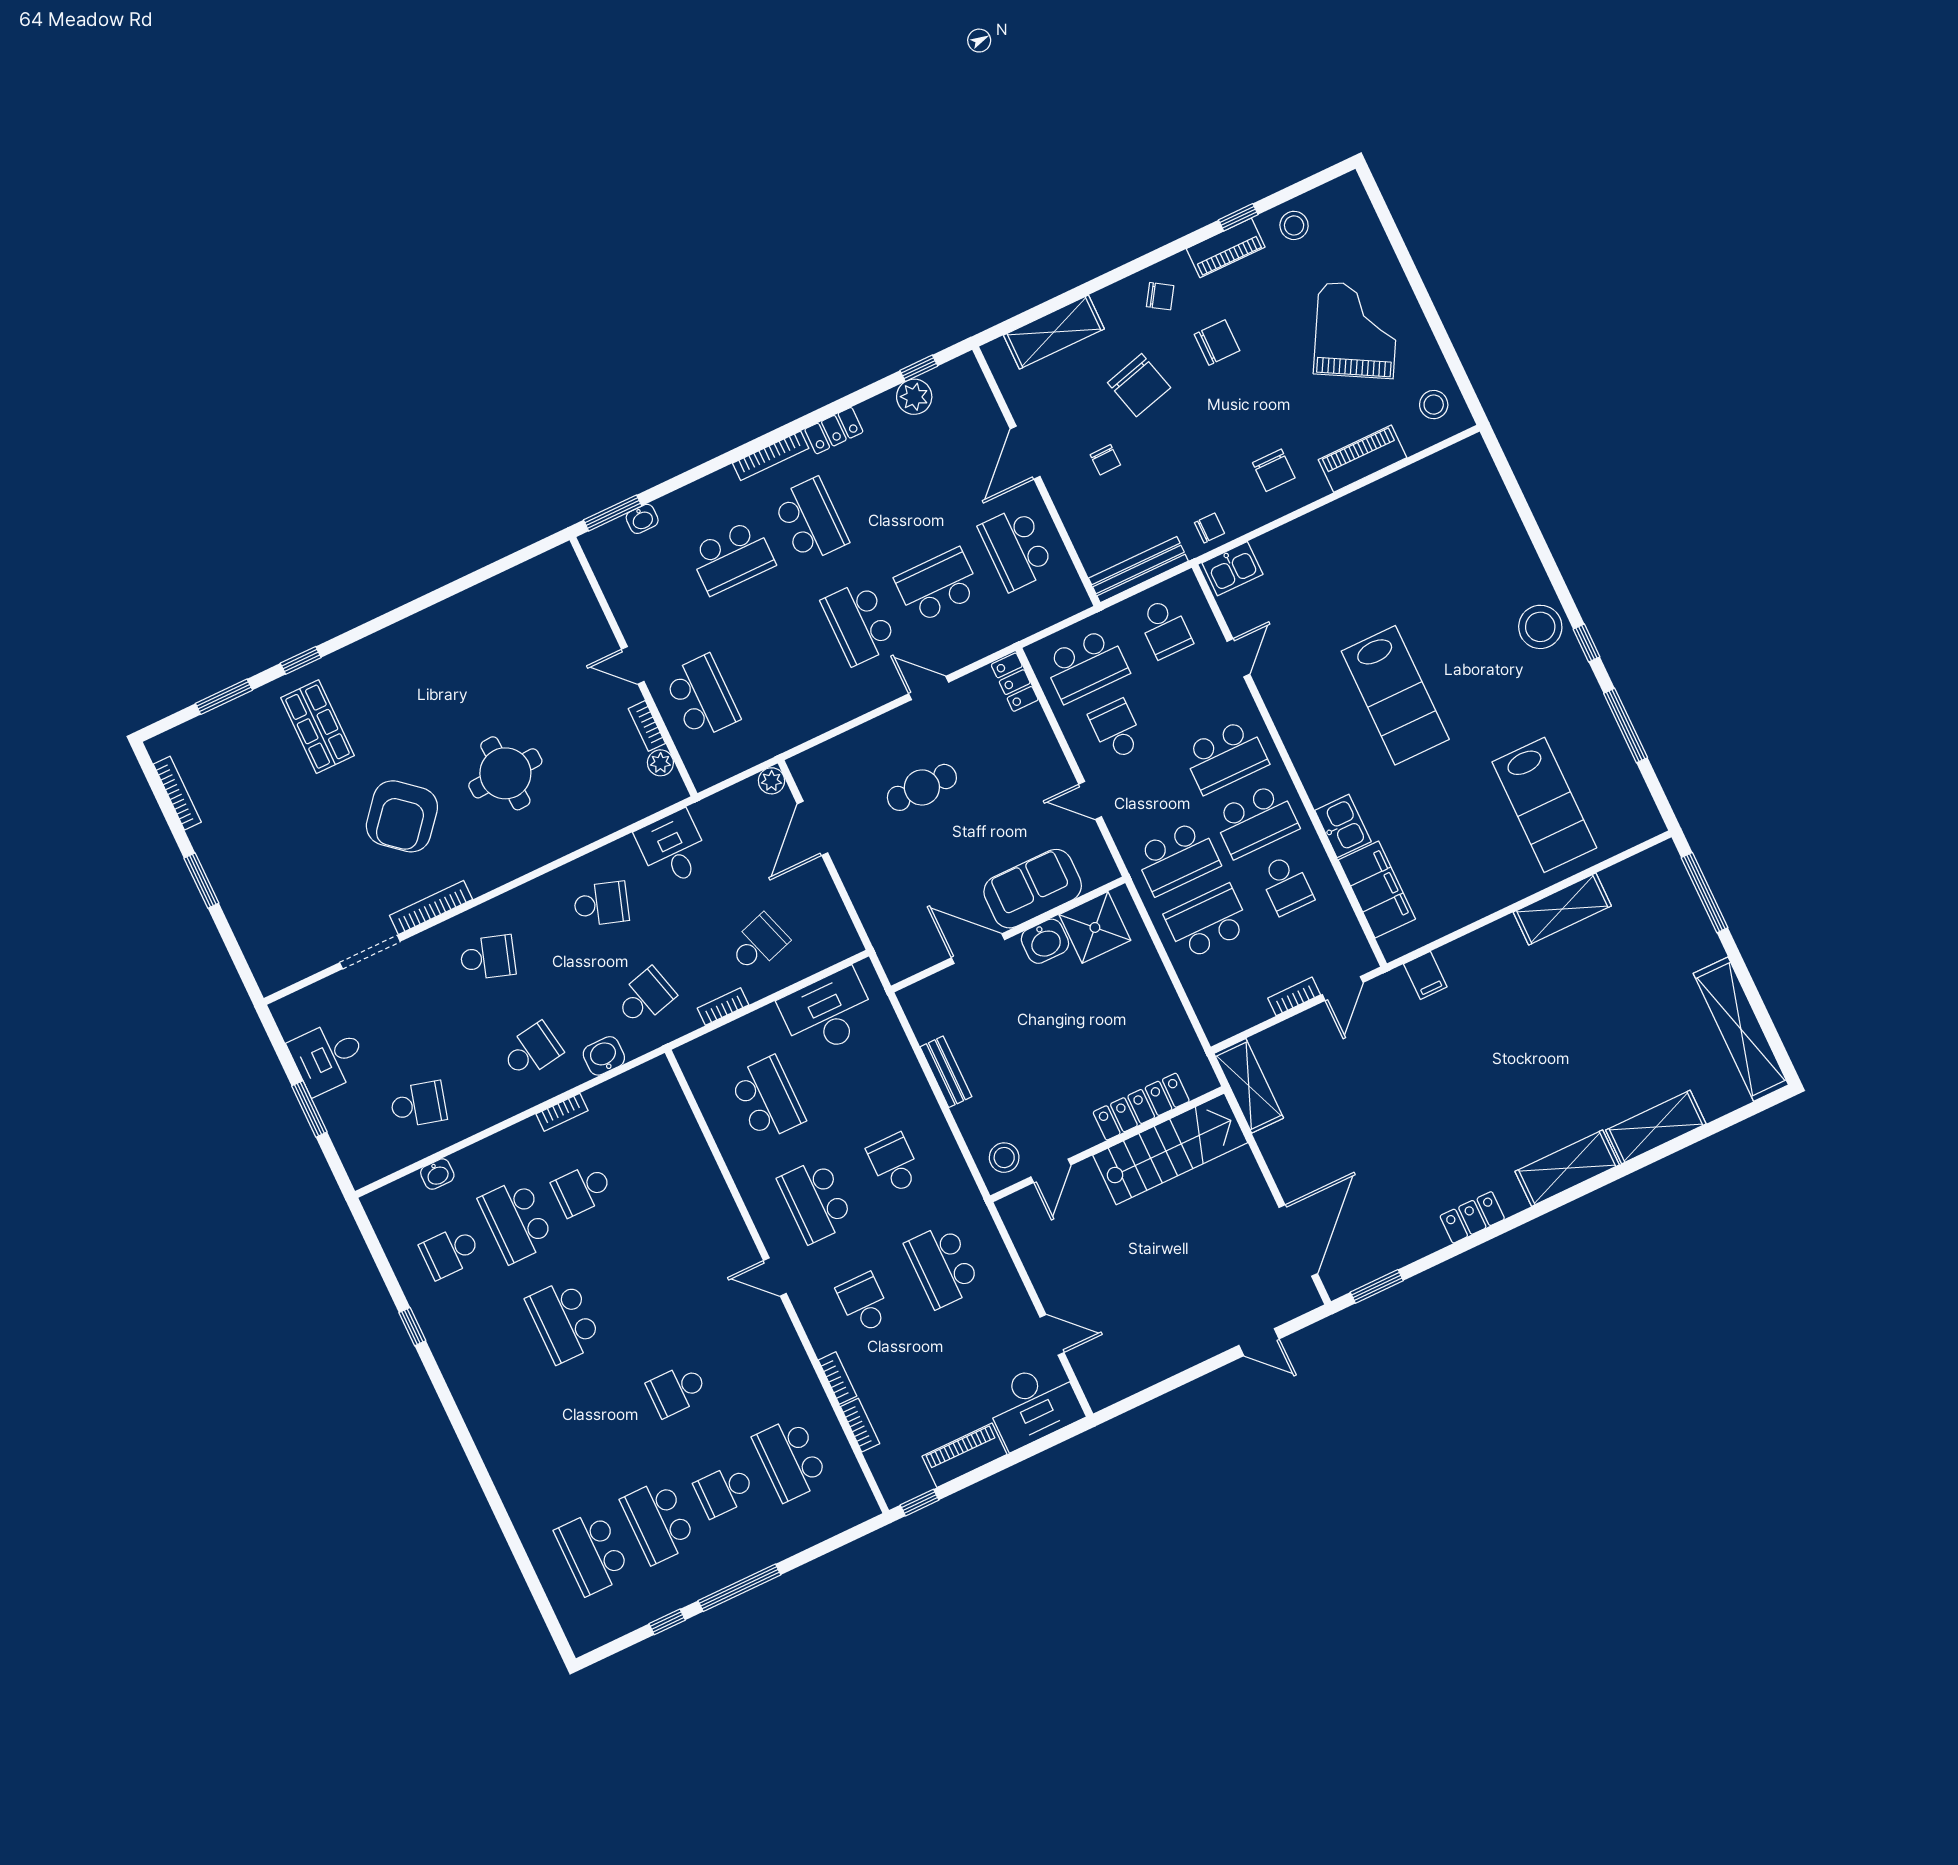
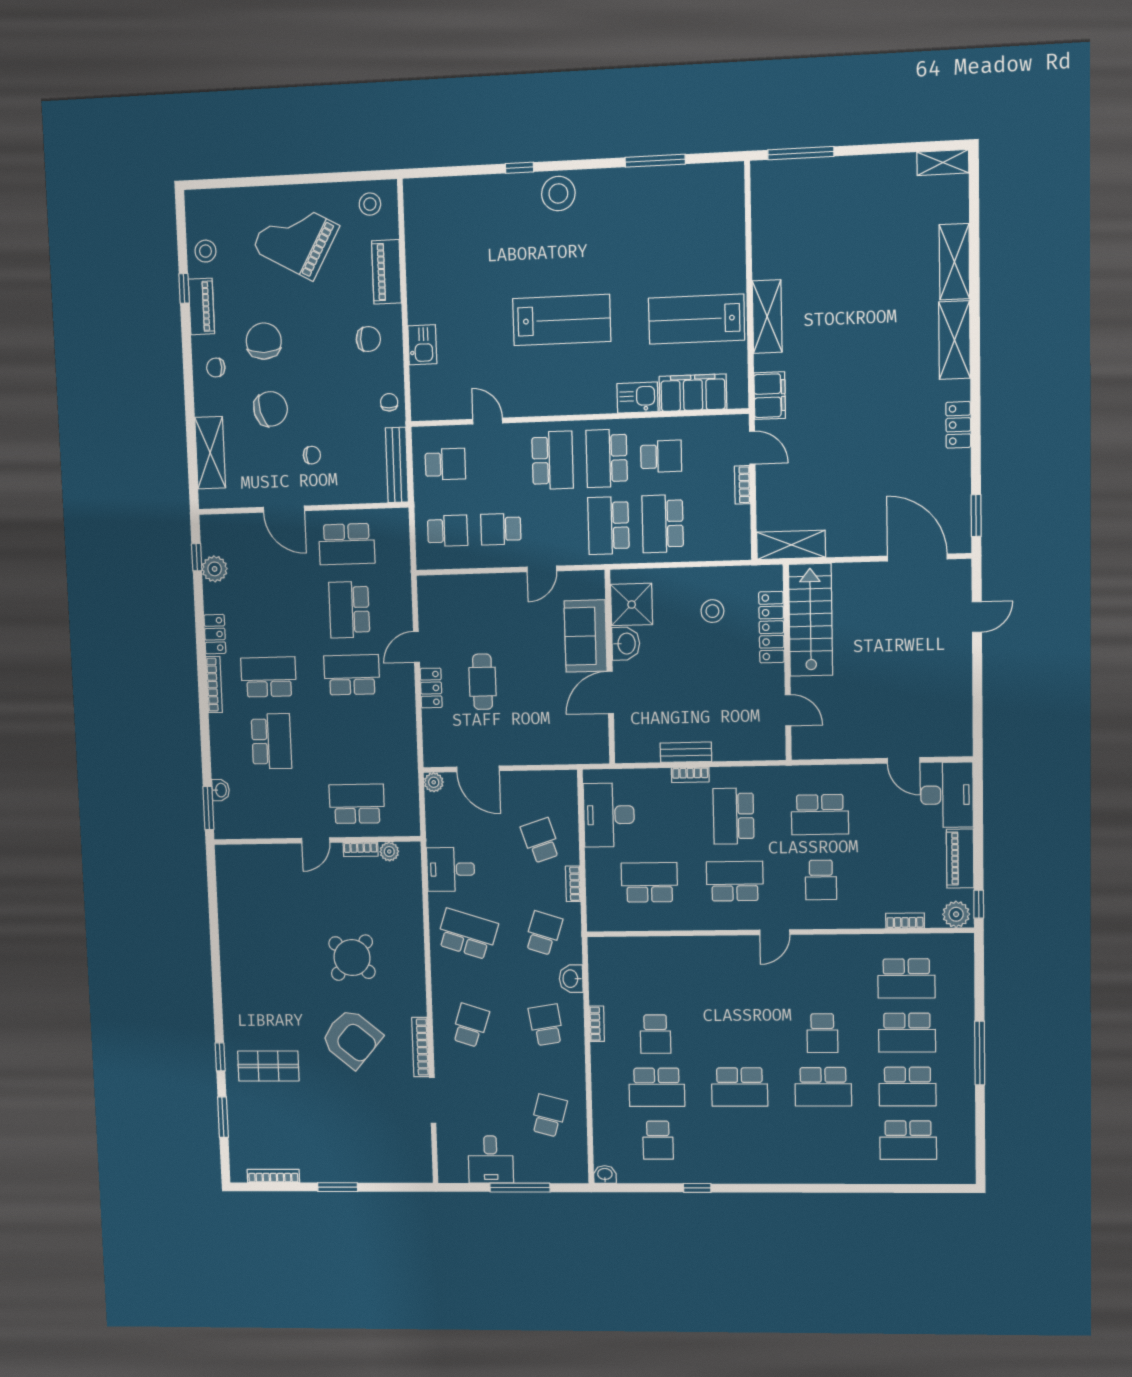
chair: (1160, 296) -> (216, 367), turned -123
chair: (1217, 342) -> (264, 341), width x1.37, depth x1.37
kitchen sink: (1232, 569) -> (422, 345), moved
school desk: (859, 623) -> (352, 675), turned 180
window: (1587, 643) -> (520, 168), moved
school desk: (1086, 666) -> (448, 531), width x0.54
locker: (1015, 682) -> (431, 688), moved, turned -90
round table: (505, 773) -> (352, 958), turned 45
lab bench: (1544, 805) -> (697, 319), moved, turned 180
school desk: (1256, 821) -> (607, 458), turned 180
school desk: (1177, 858) -> (608, 526), turned 180
school desk: (601, 904) -> (467, 934), width x1.85
shelving: (1562, 909) -> (767, 317), moved
filing cabinet: (1425, 975) -> (770, 396), width x2.00
school desk: (645, 997) -> (543, 933), turned 33
shelving: (1741, 1029) -> (943, 162), width x0.45, depth x0.75
window: (309, 1109) -> (520, 1188), width x1.44
stool: (1004, 1158) -> (712, 611), moved
school desk: (894, 1164) -> (734, 816), width x1.85
washbasin: (437, 1174) -> (605, 1174), moved, turned -90
school desk: (816, 1201) -> (735, 881), turned 180
school desk: (864, 1303) -> (821, 880), turned -90
door: (1052, 1335) -> (904, 760), swing flipped
bookcase: (838, 1378) -> (690, 775), moved, turned 180
school desk: (611, 1421) -> (823, 1087), added
plant: (895, 1482) -> (956, 914), added
school desk: (724, 1490) -> (907, 1033), width x1.85
window: (667, 1622) -> (980, 1112), removed

